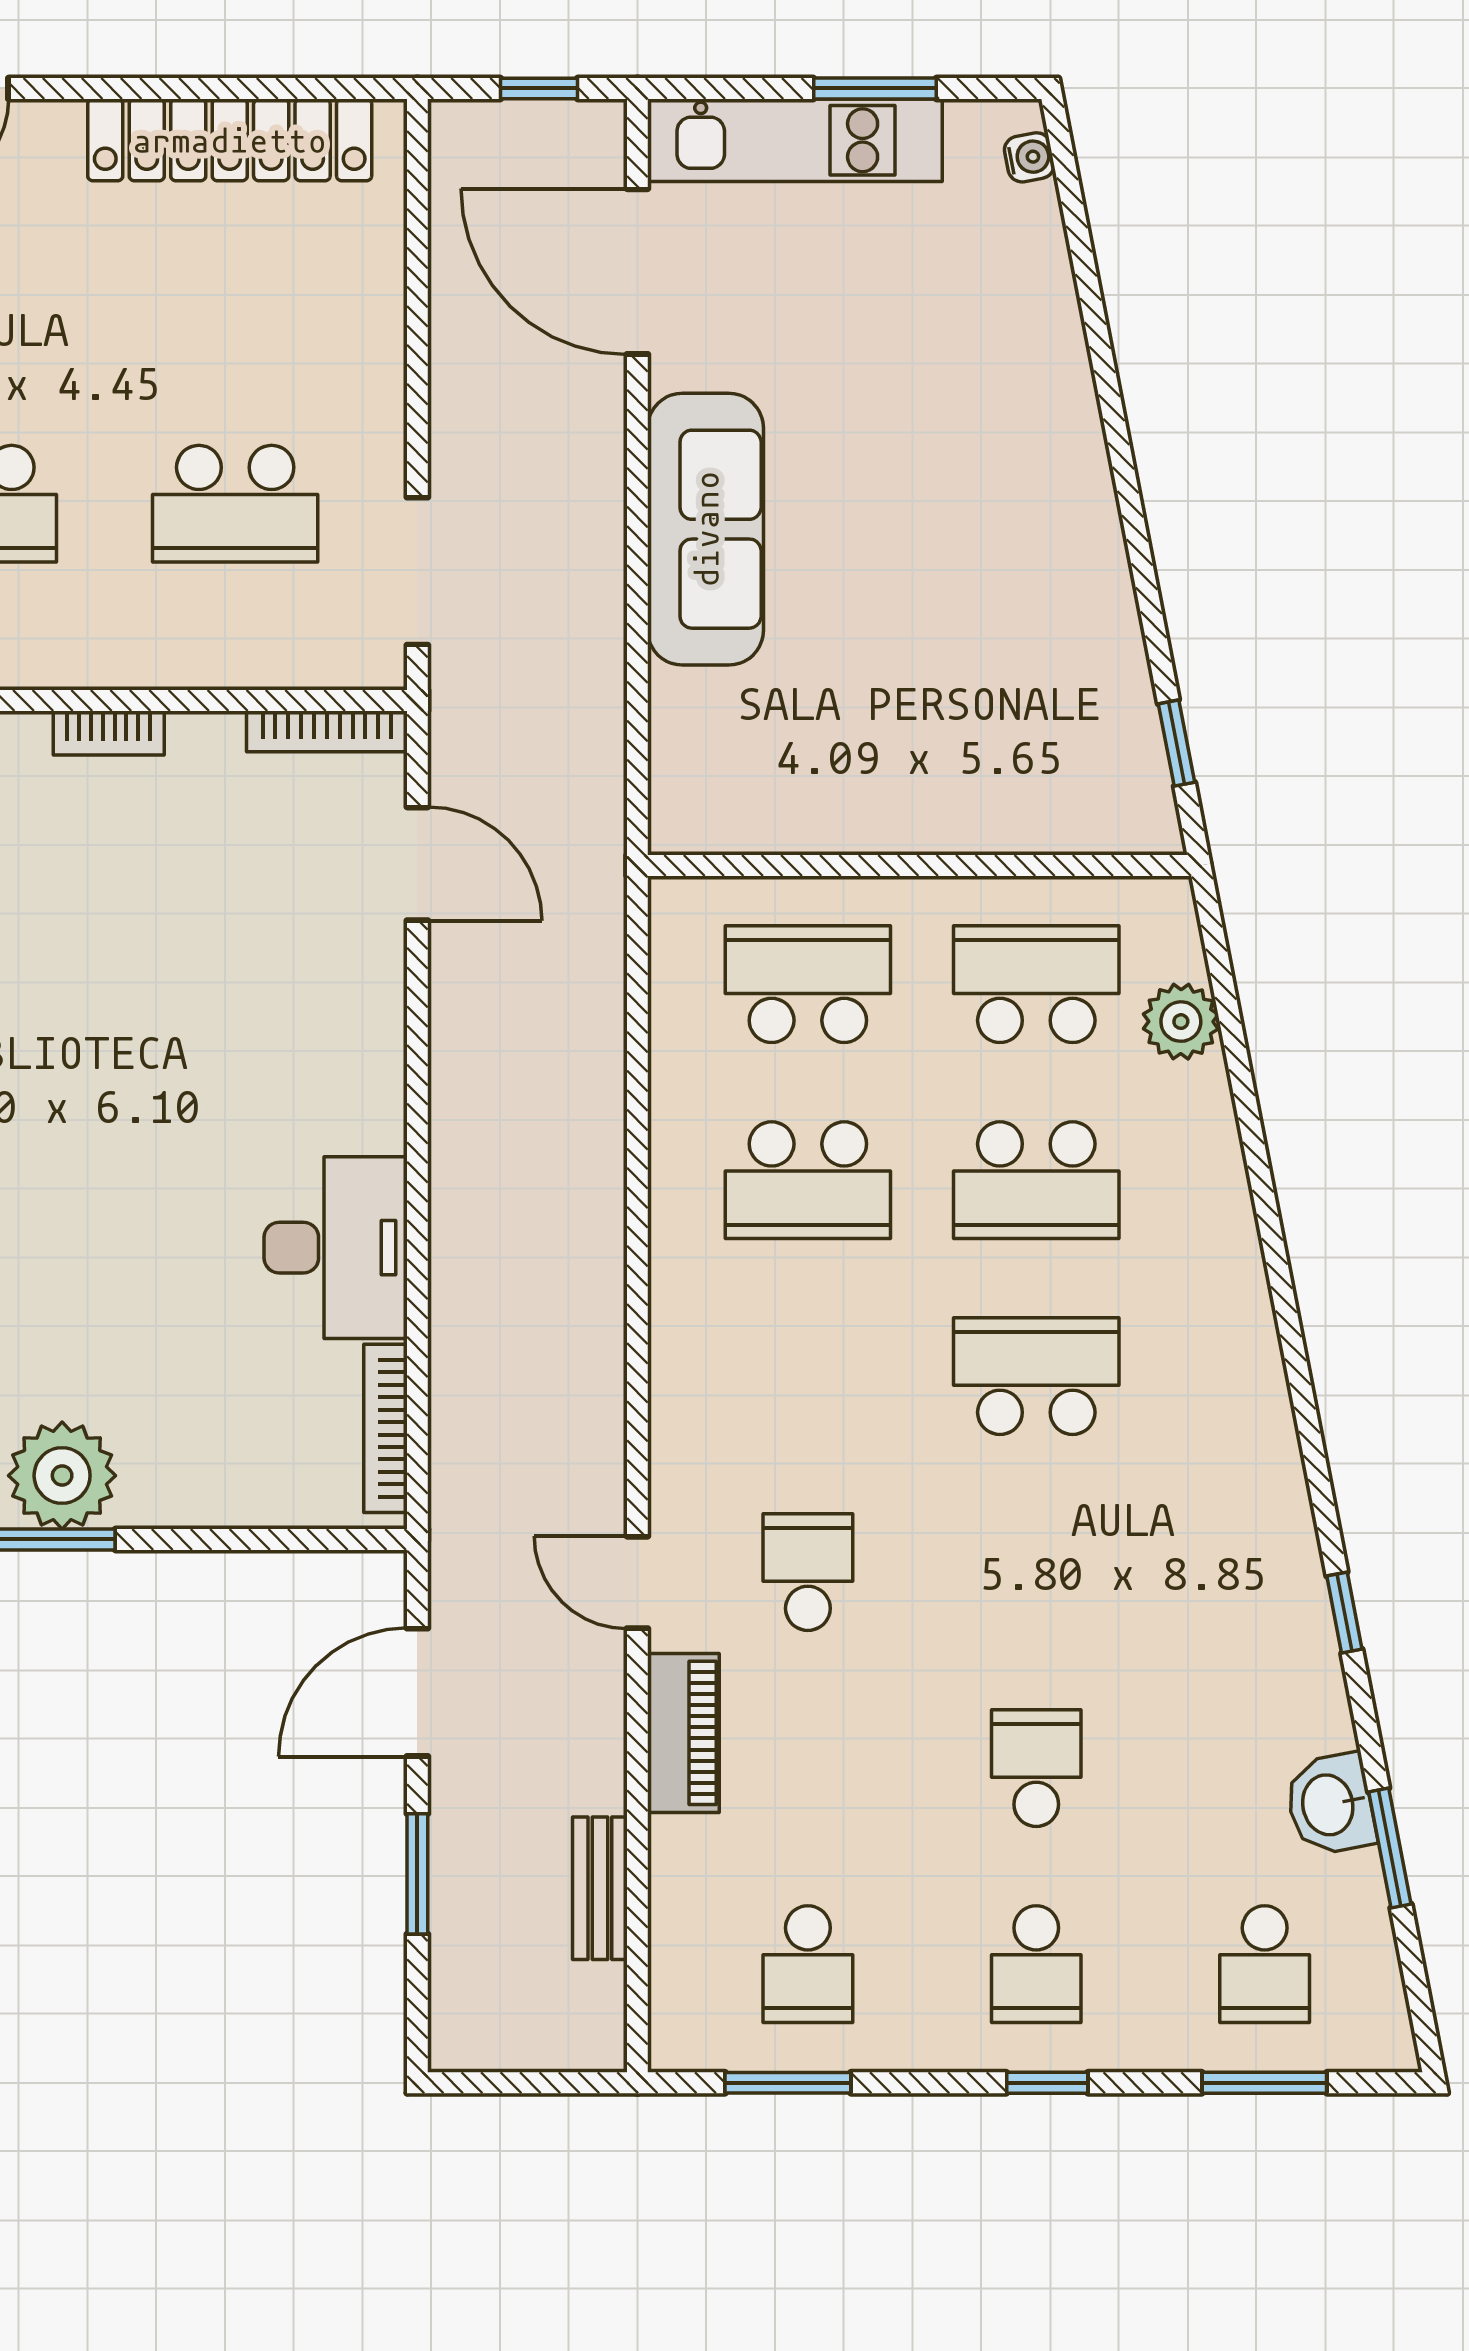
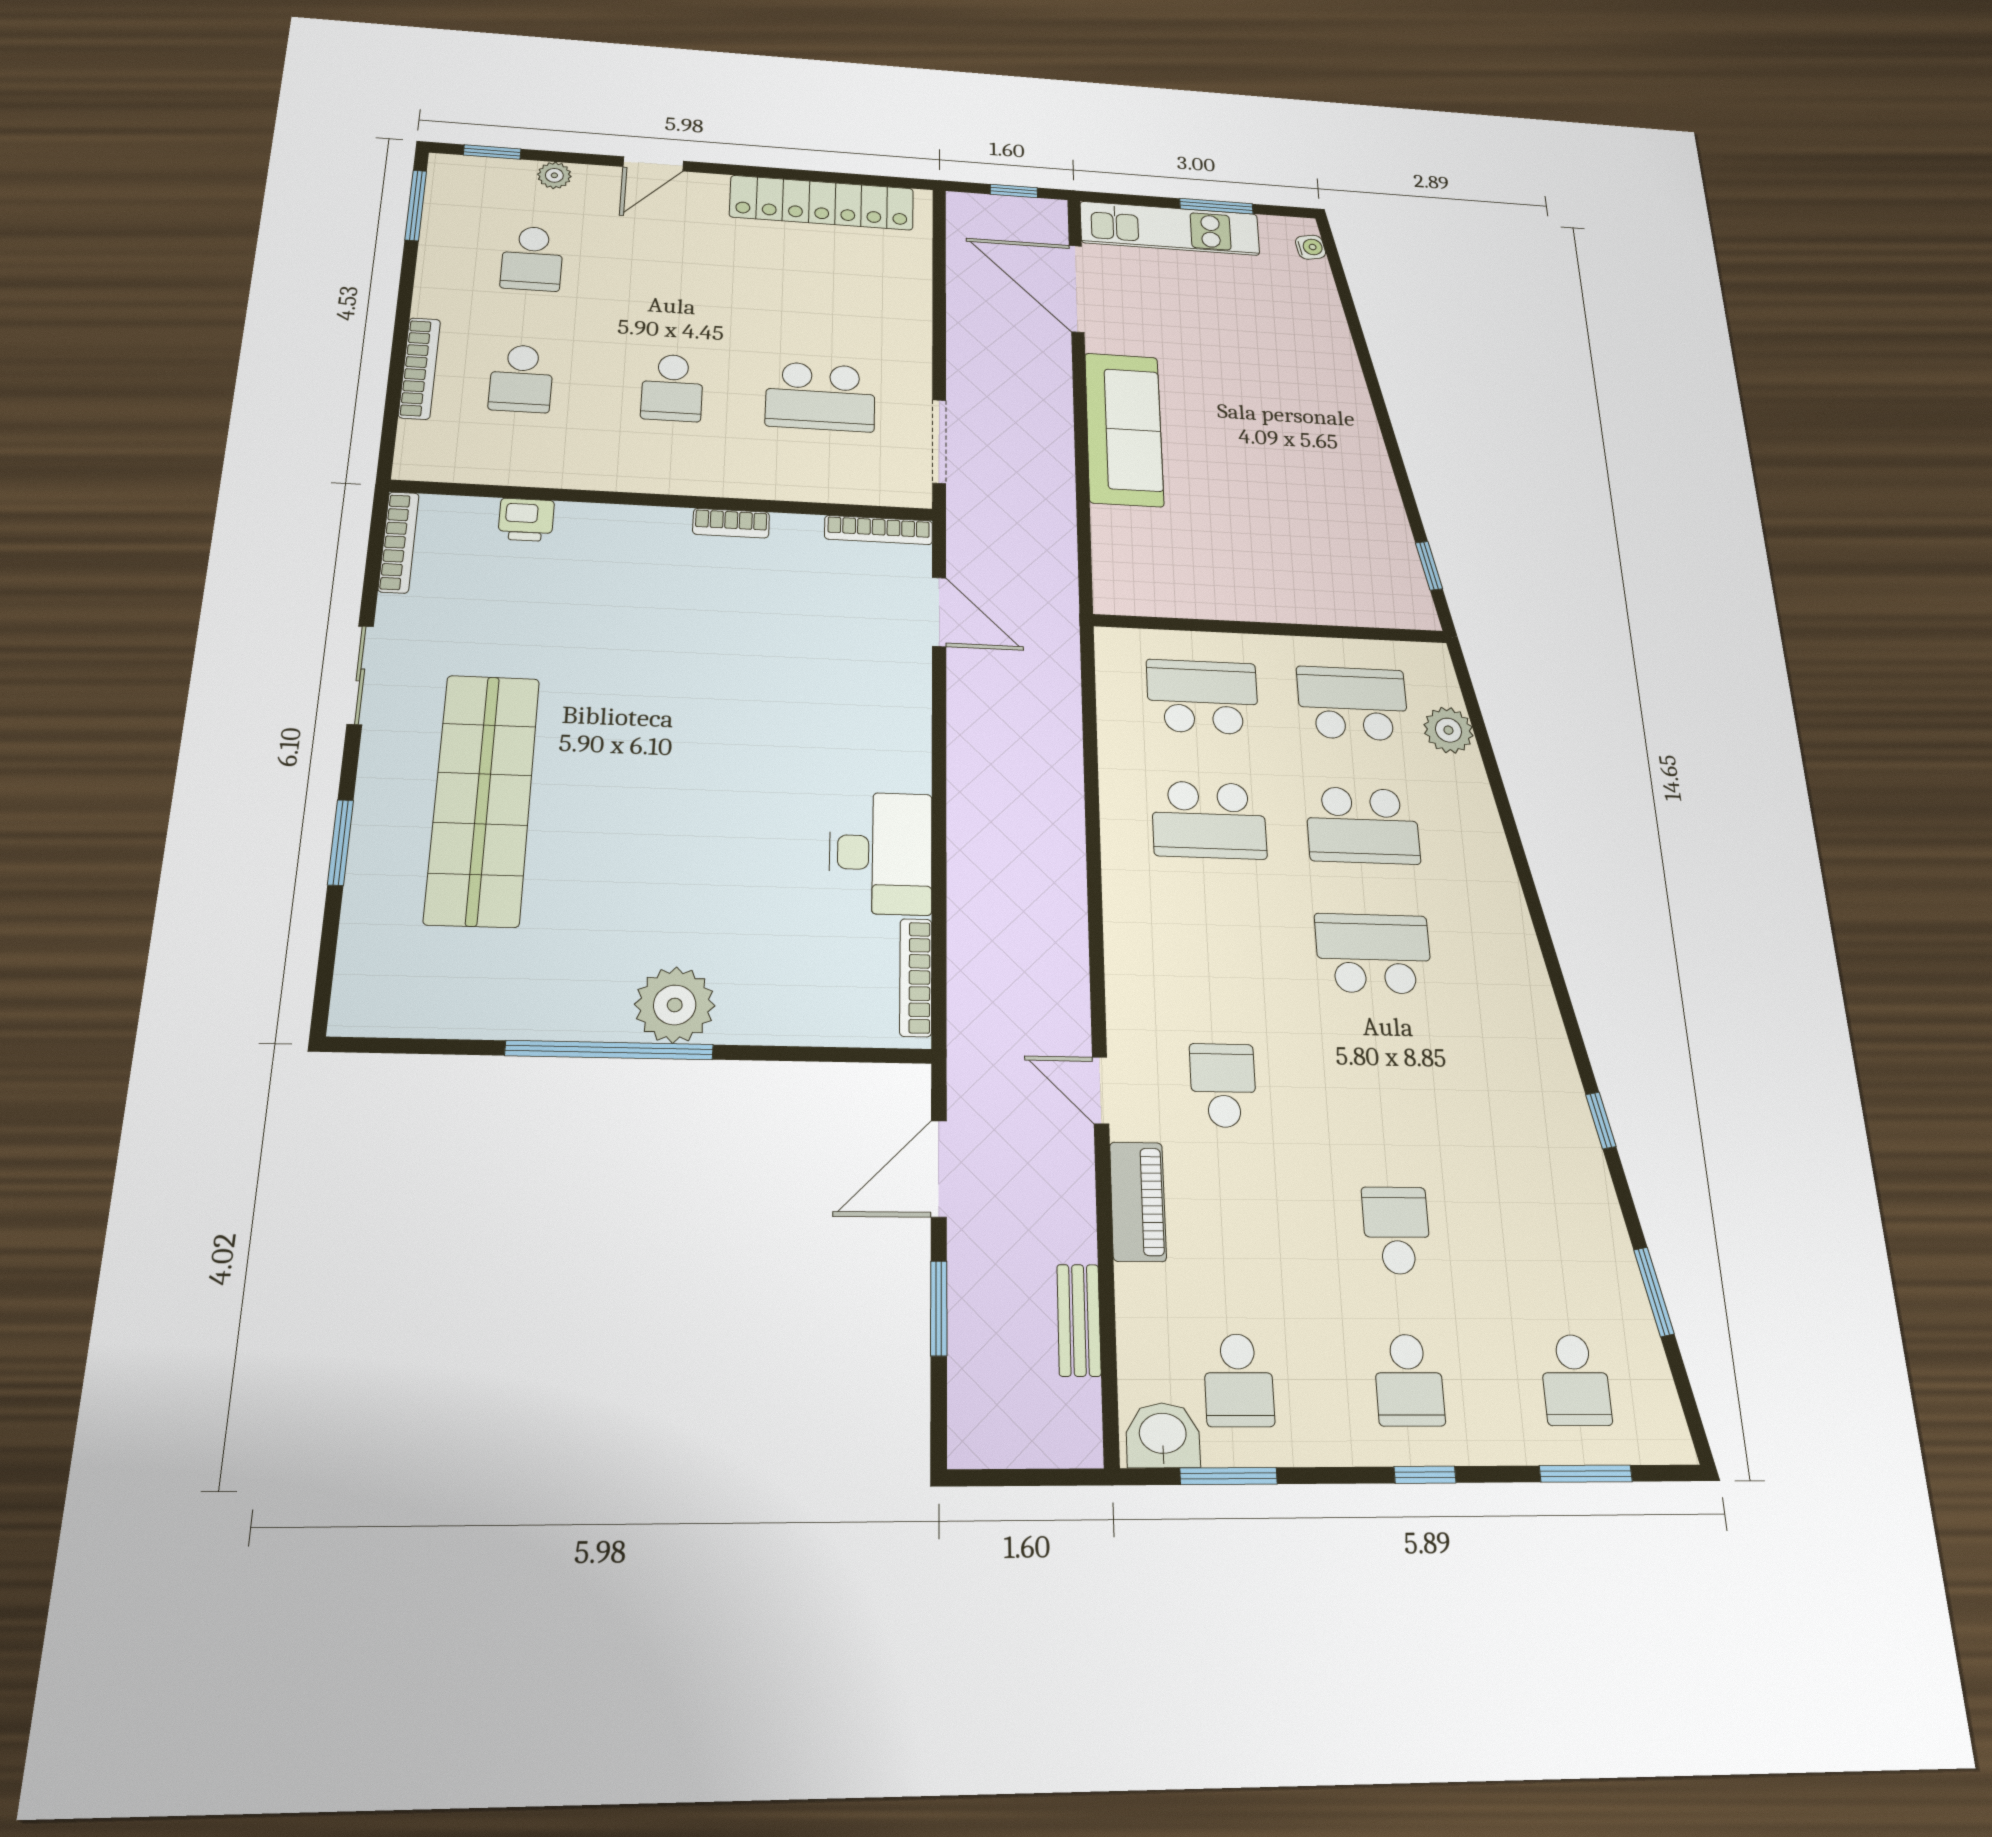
washbasin: (1330, 1804) -> (1163, 1435), moved, turned 101

